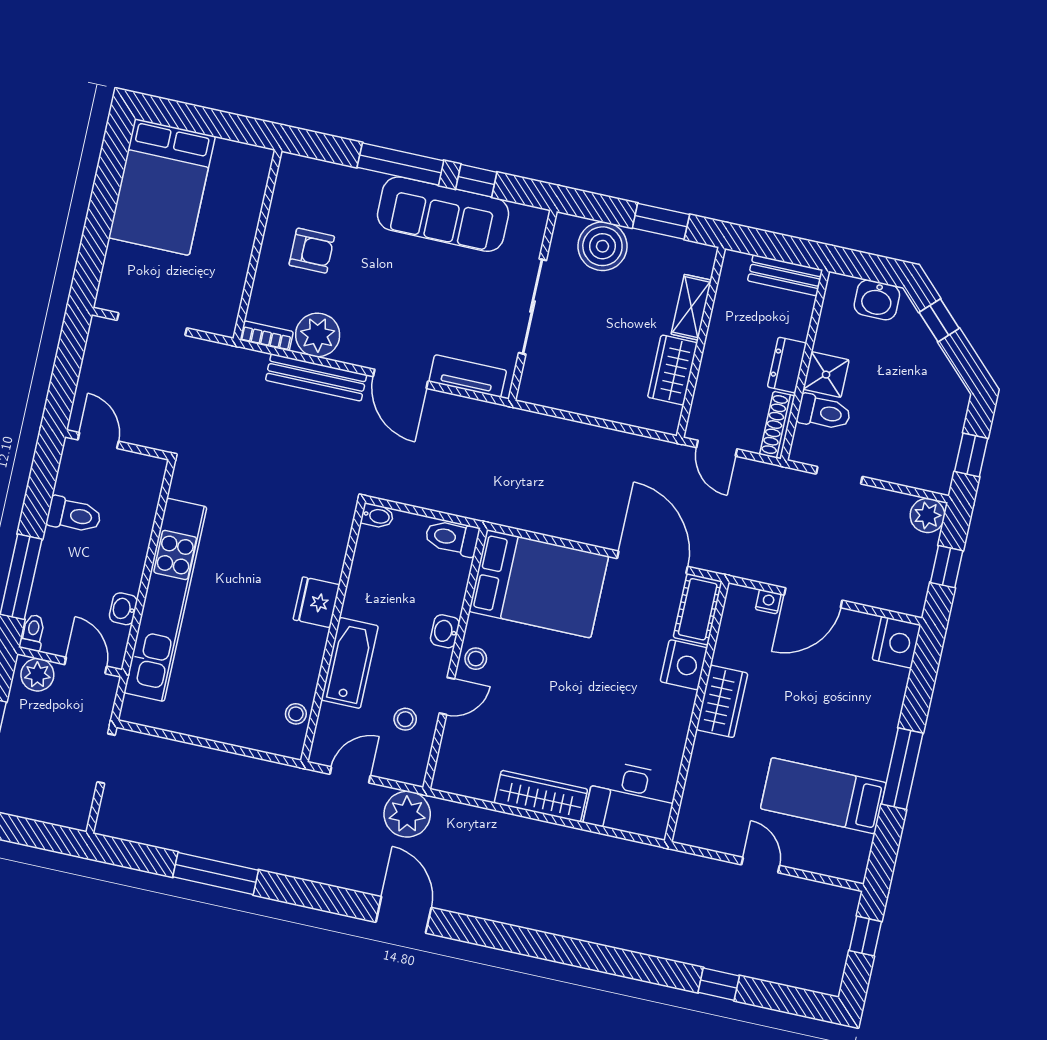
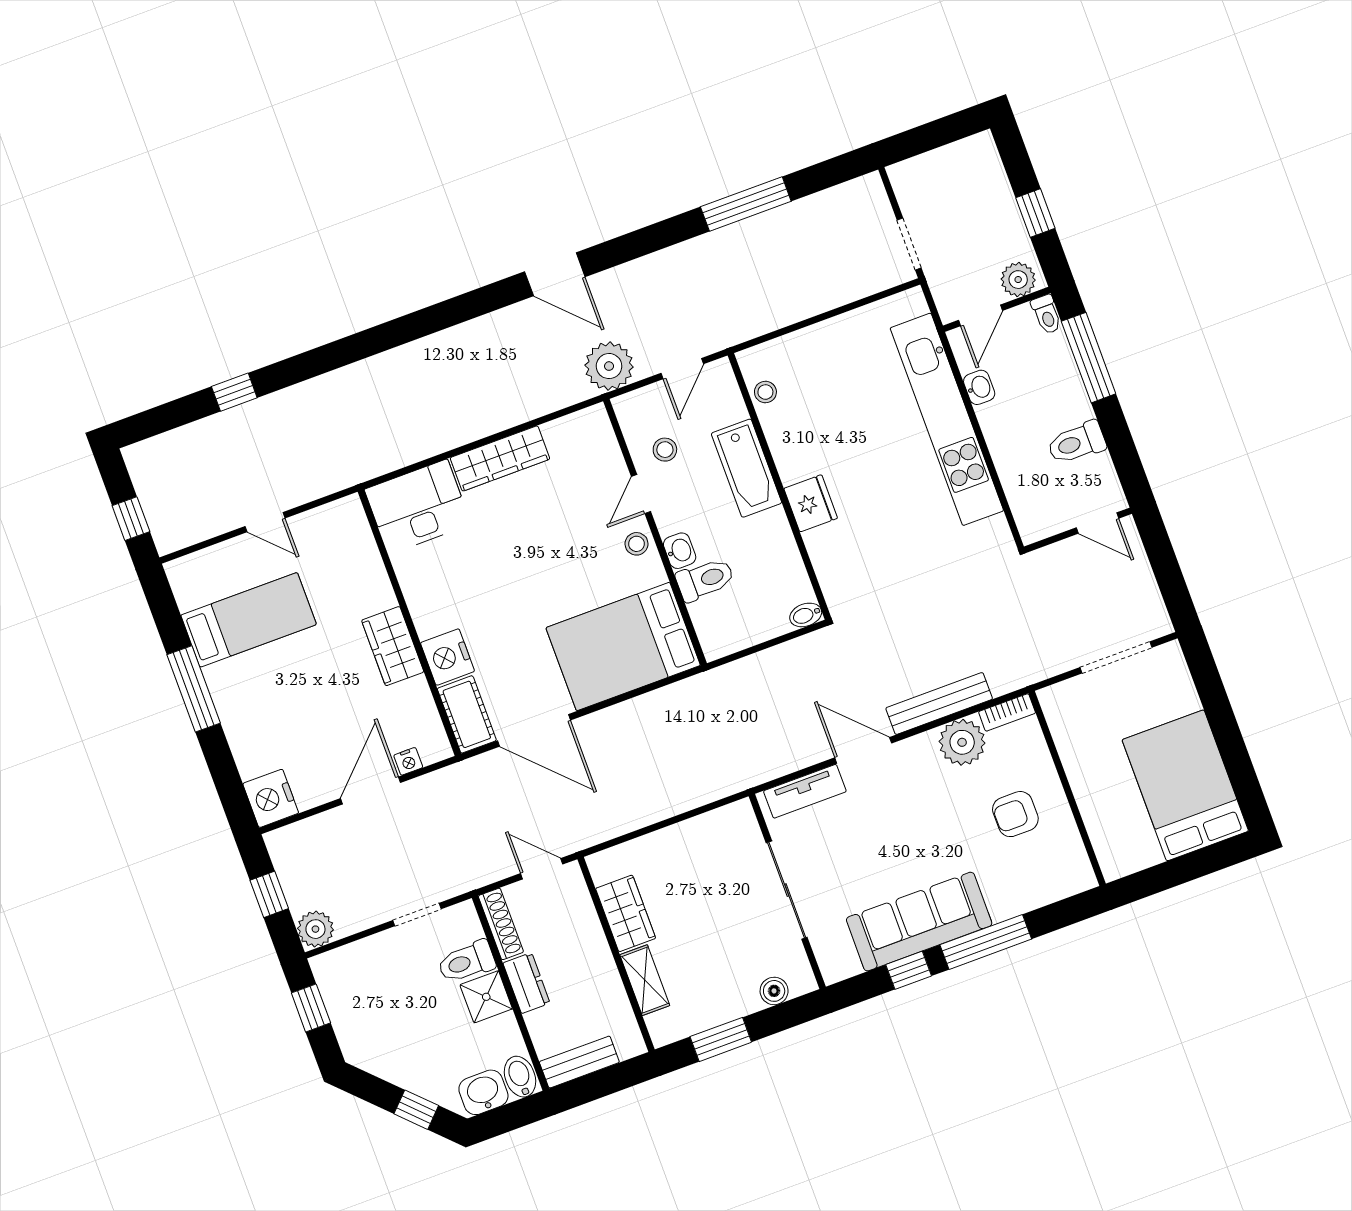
boiler: (602, 246) -> (774, 991), width x0.54, depth x0.54
bidet: (840, 294) -> (520, 1077), added
toilet: (452, 538) -> (705, 579), moved
door: (86, 665) -> (980, 315), hinge flipped

